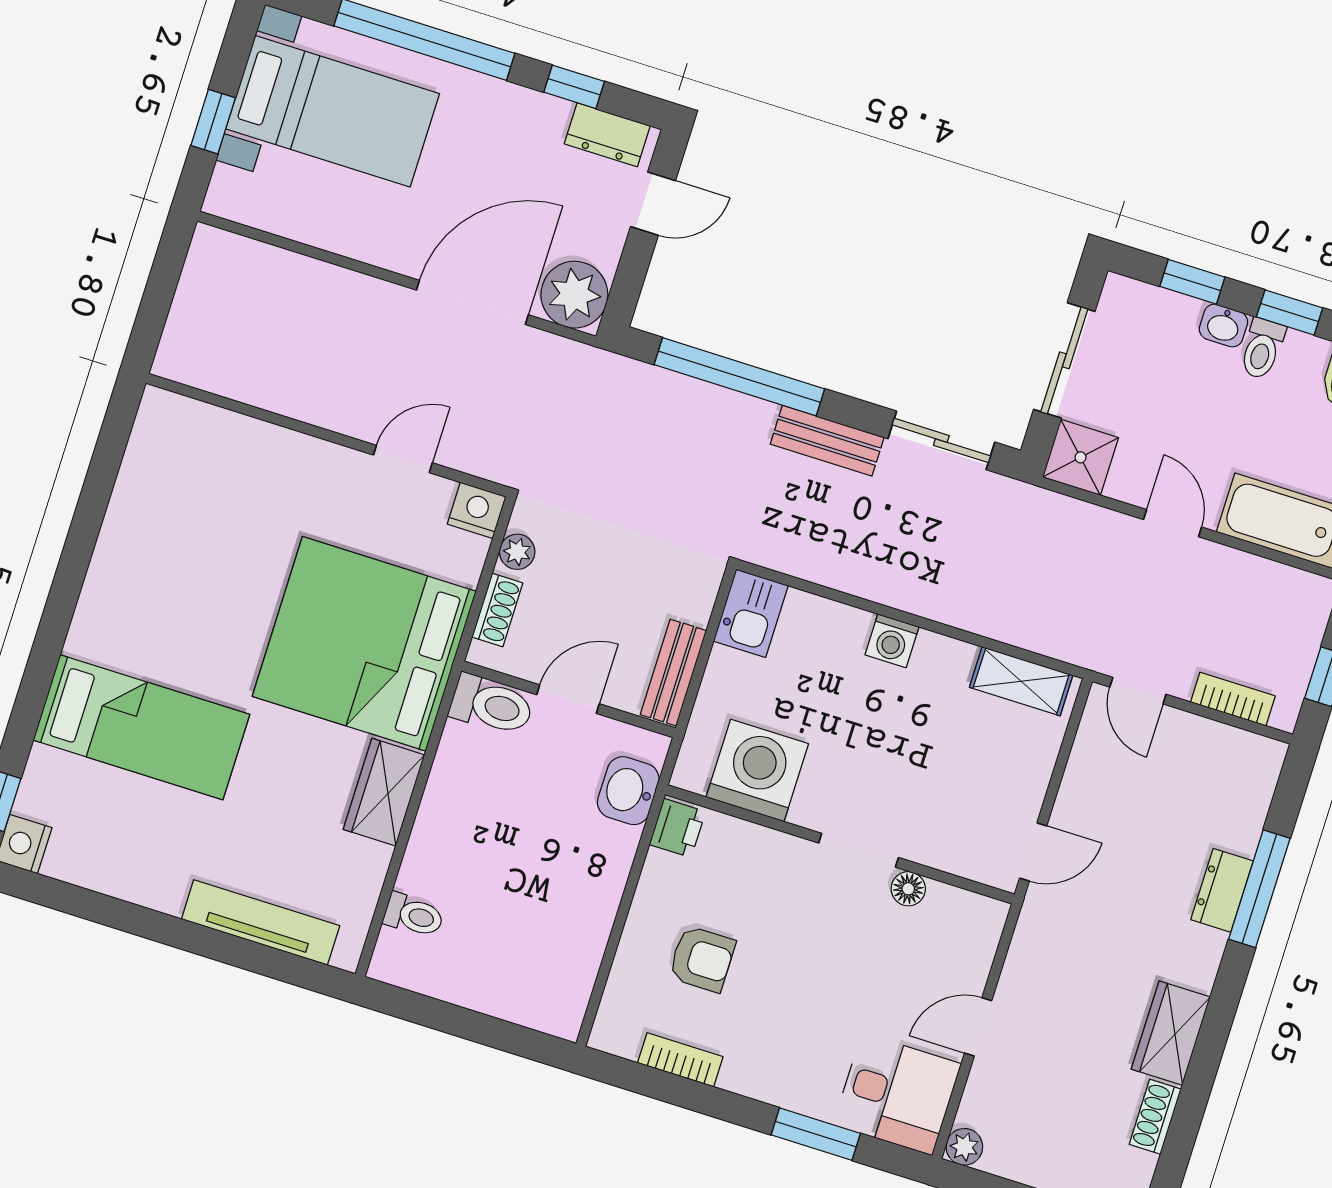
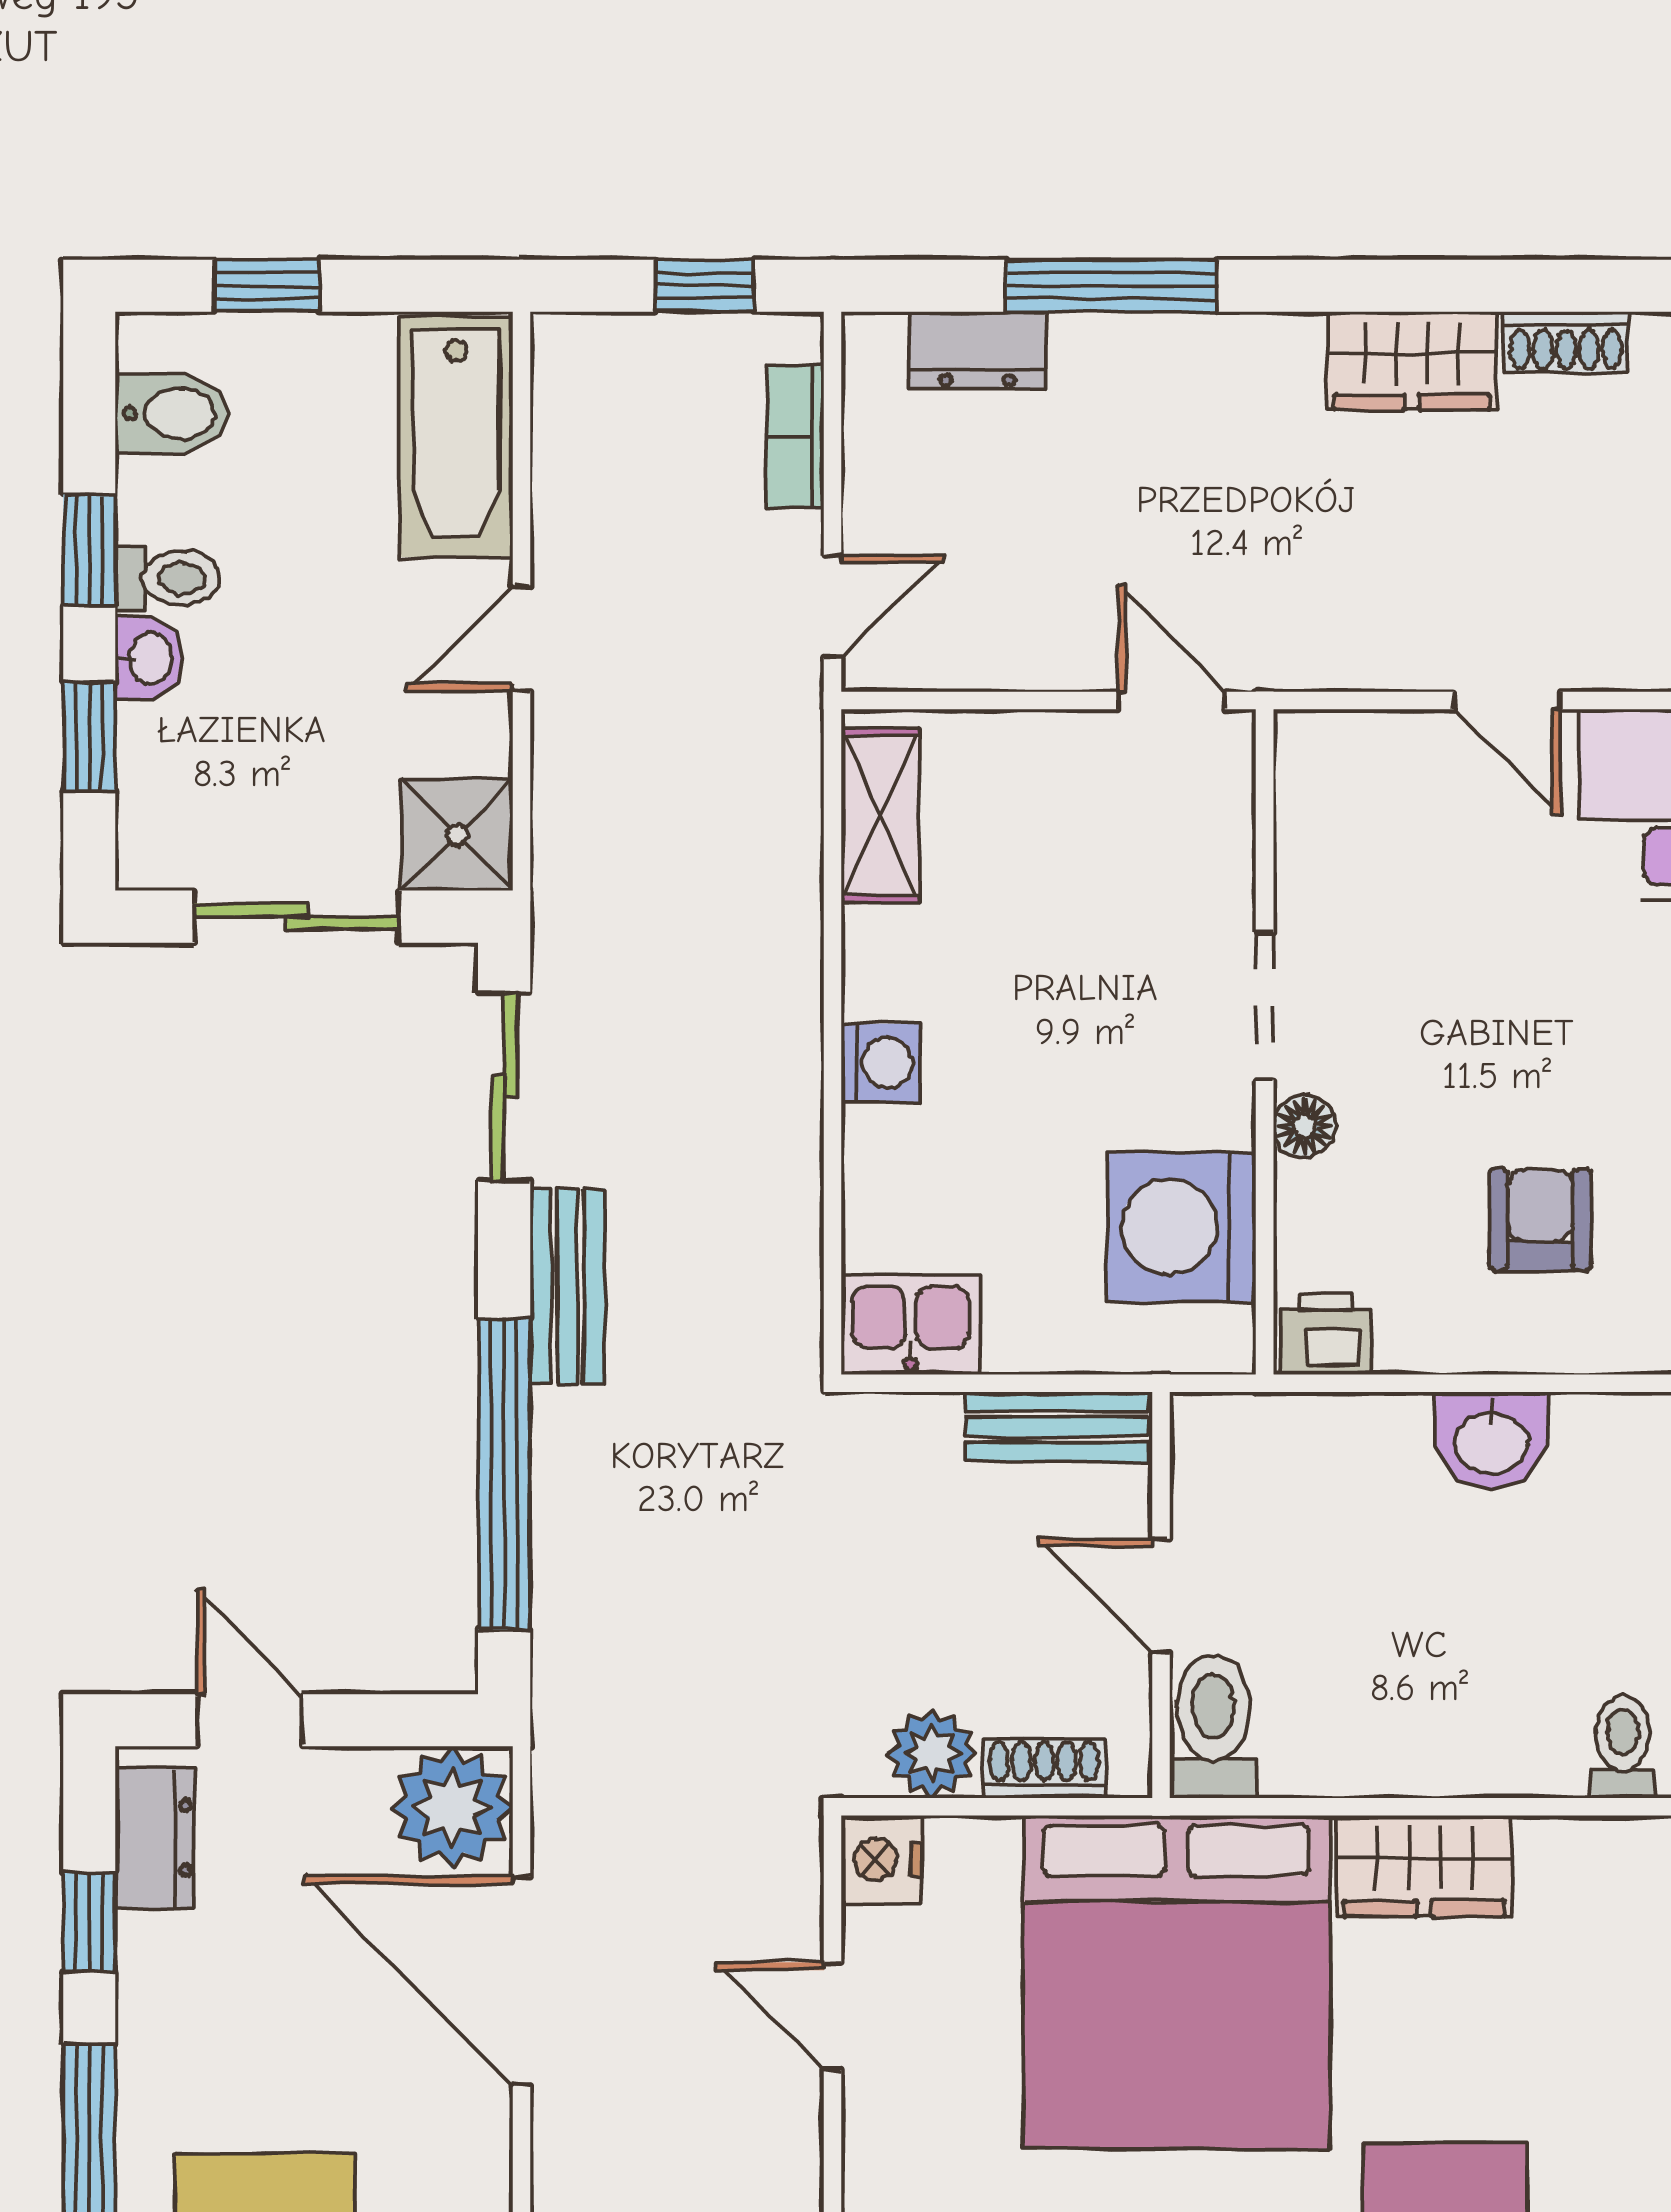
plant: (517, 552) -> (932, 1754), width x1.38, depth x1.38
washbasin: (628, 791) -> (1491, 1441), moved
floor lamp: (908, 889) -> (1304, 1126), moved
dresser: (1222, 890) -> (978, 350), moved

